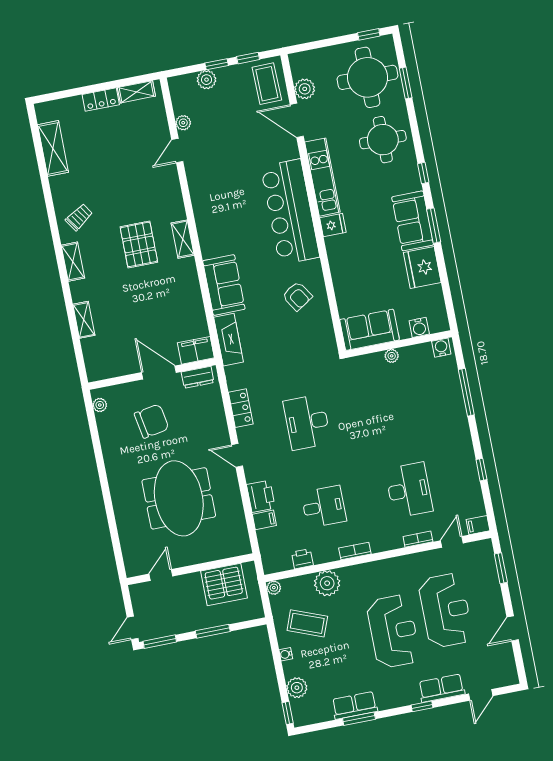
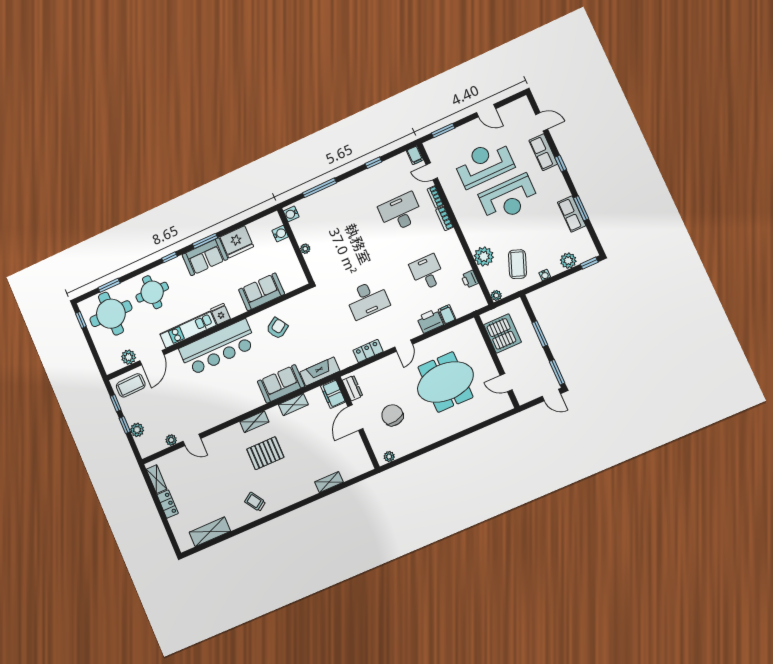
shelving: (73, 262) -> (293, 405), moved
sofa: (370, 330) -> (262, 292), moved, turned 90
bookcase: (355, 551) -> (445, 218), moved
reception desk: (393, 631) -> (509, 198), turned 180

